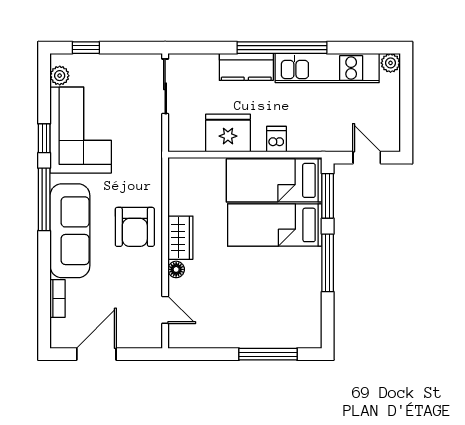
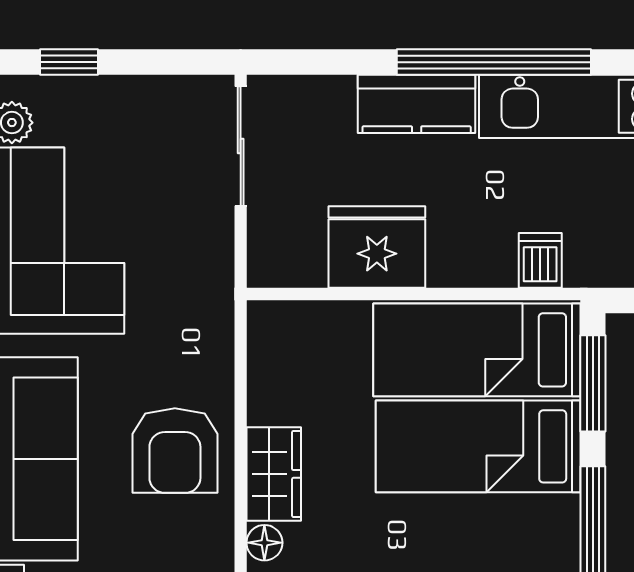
dishwasher: (276, 139) -> (540, 260), moved

